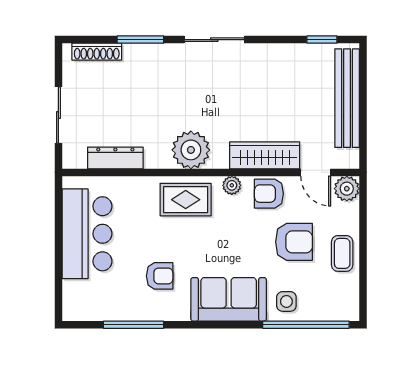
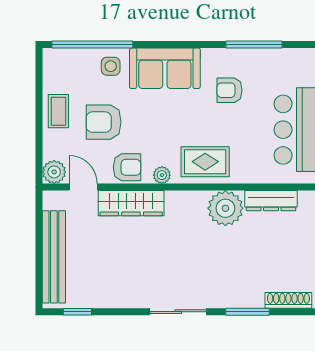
plant: (191, 150) -> (225, 208), moved

